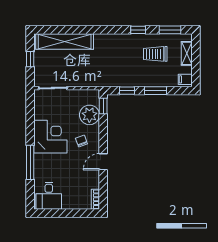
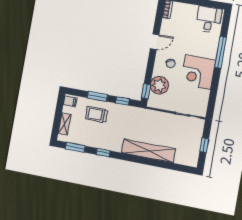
shelving: (65, 42) -> (148, 151), moved
trolley: (155, 54) -> (97, 114), moved, turned 180

